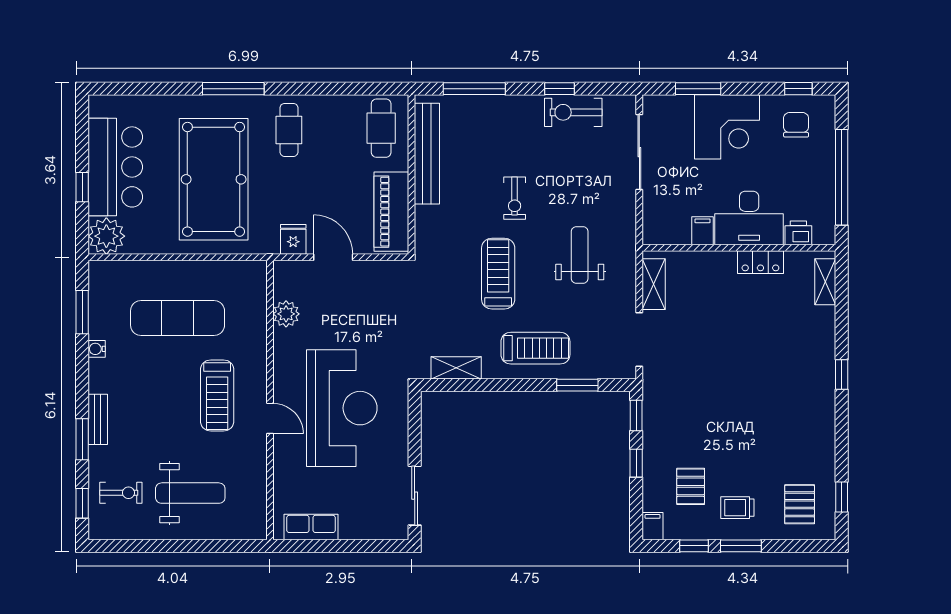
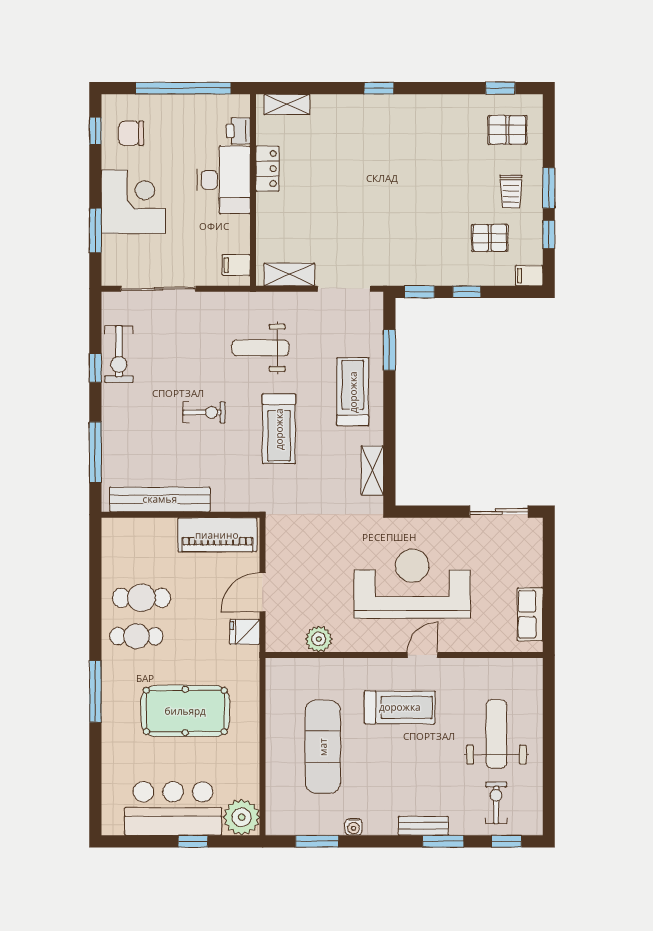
cafe table: (381, 128) -> (141, 598), moved
pool table: (214, 179) -> (185, 711), width x0.73, depth x0.76
filing cabinet: (702, 231) -> (236, 265), moved
treadmill: (498, 274) -> (279, 429), turned -90

